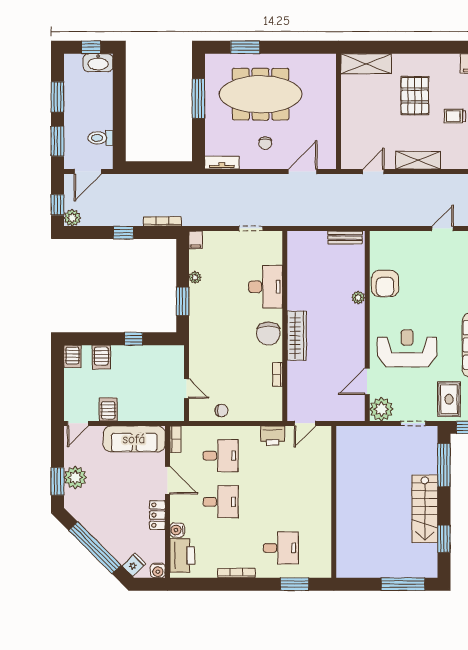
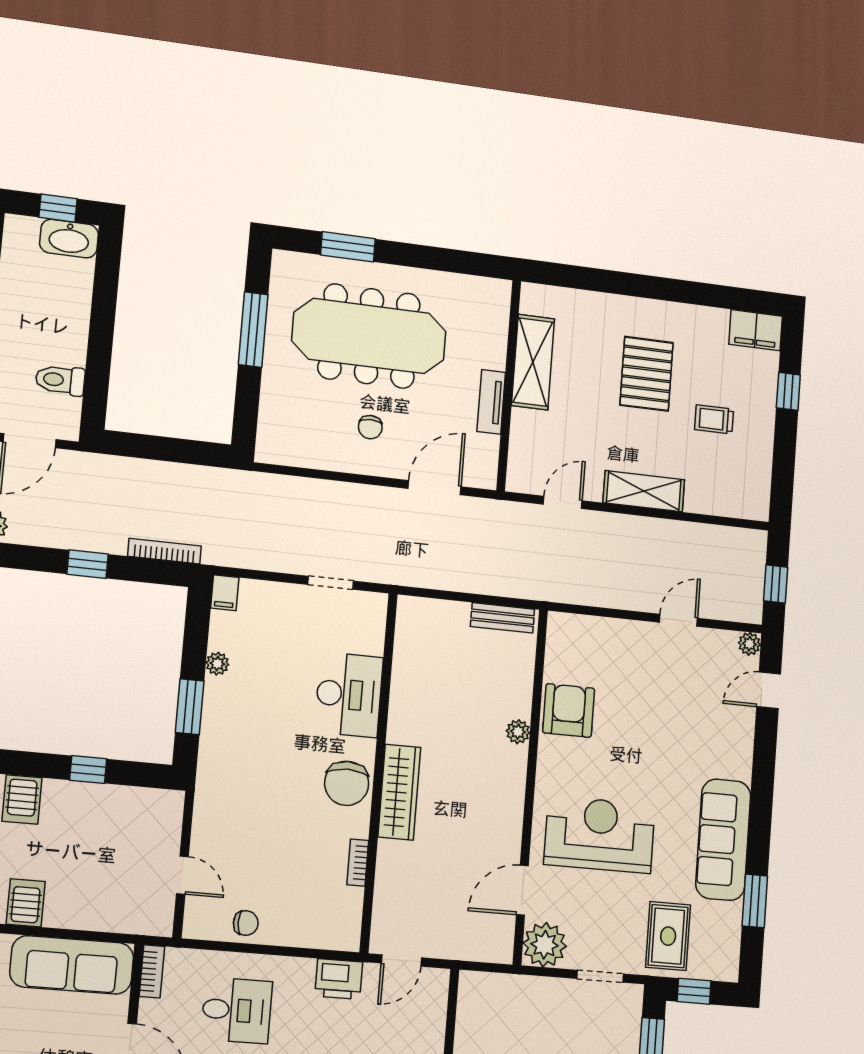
shelving: (366, 64) -> (533, 362), moved, turned 90
tv unit: (222, 163) -> (491, 402), moved, turned -90
armchair: (385, 284) -> (569, 710), turned 180

